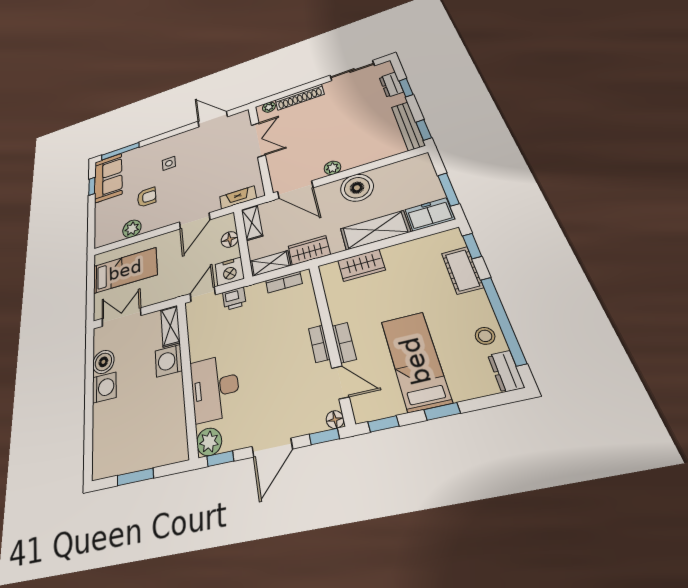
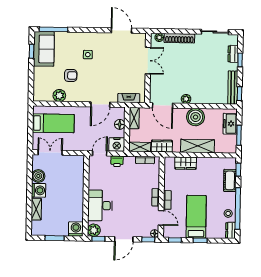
freezer: (430, 214) -> (230, 124), moved, turned -90
shelving: (170, 326) -> (36, 209), moved
washing machine: (169, 361) -> (76, 229), moved, turned 90

